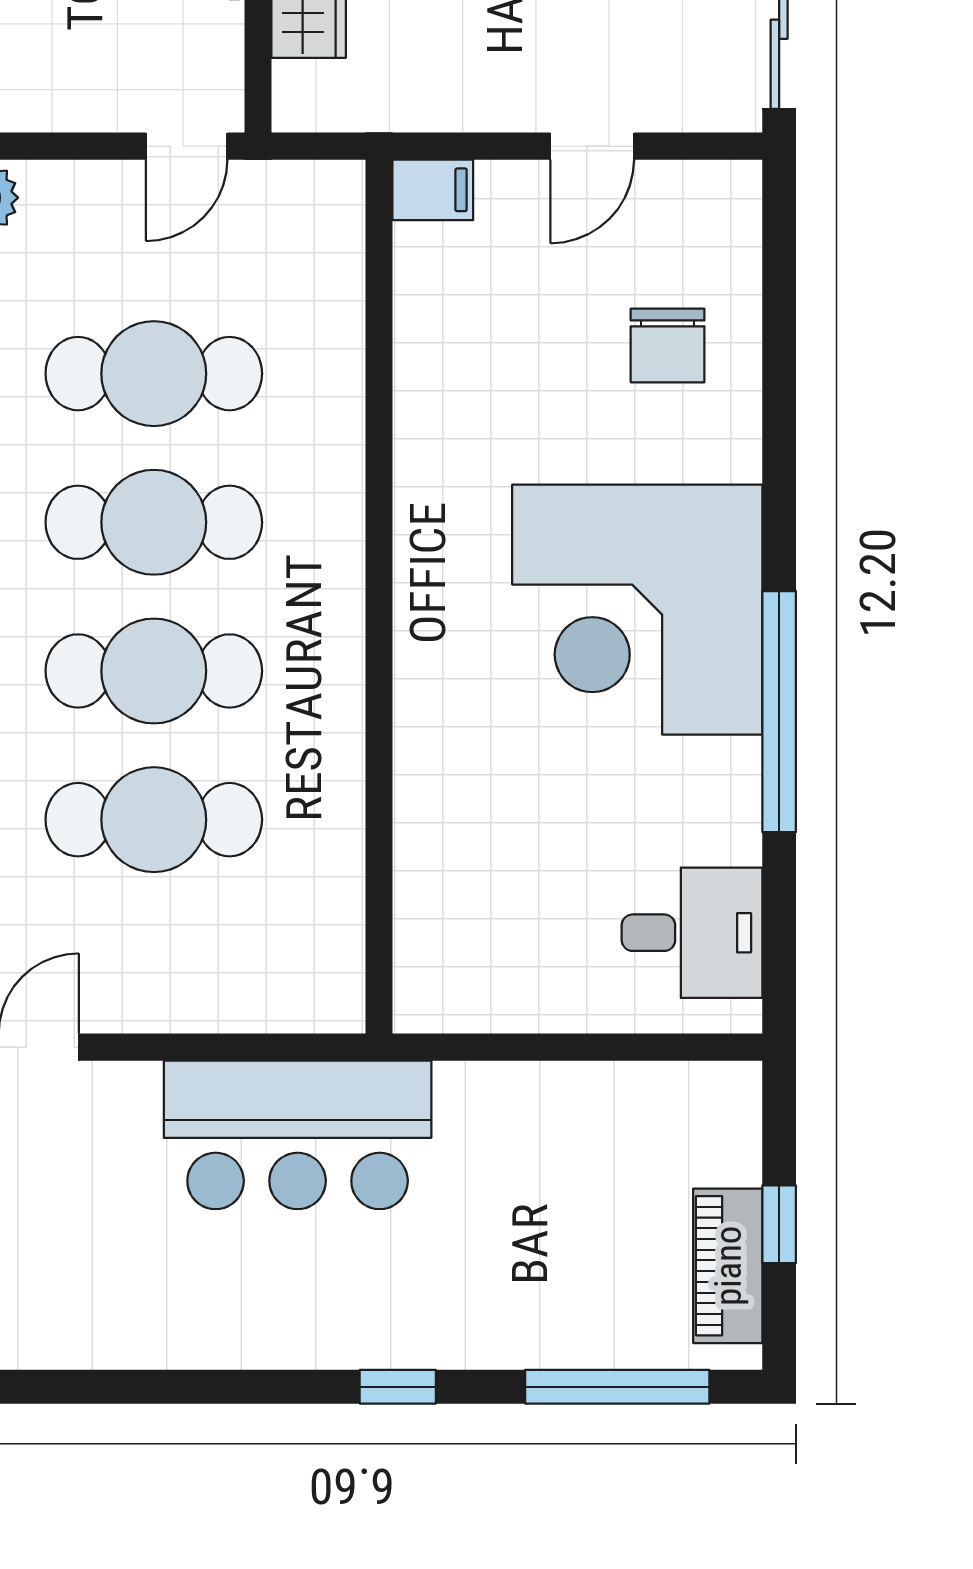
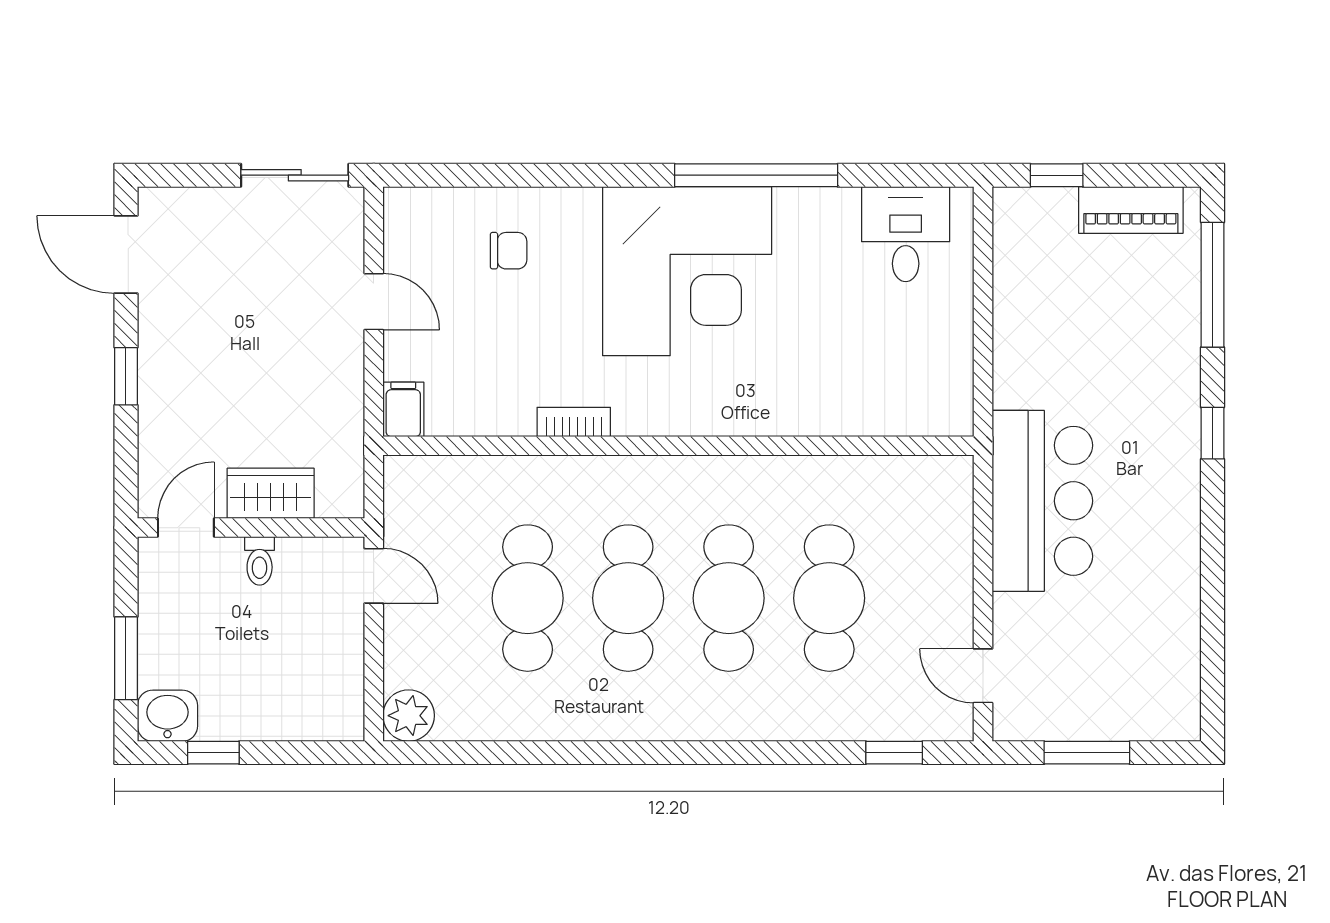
chair: (668, 345) -> (509, 251), width x0.73, depth x0.73
bookcase: (414, 442) -> (574, 422), added
window: (779, 1224) -> (1057, 175), moved

